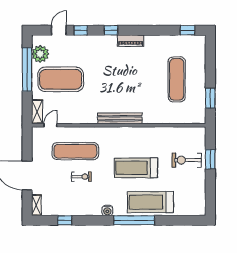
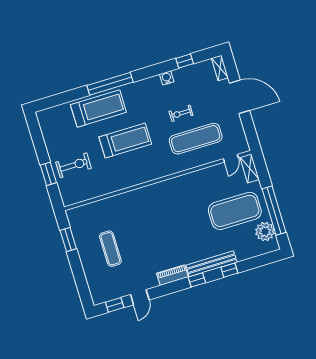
door: (59, 30) -> (140, 297), moved
exercise mat: (177, 79) -> (110, 249), width x0.73, depth x0.69
bench: (120, 118) -> (211, 264), moved
water cooler: (107, 211) -> (167, 78), moved

